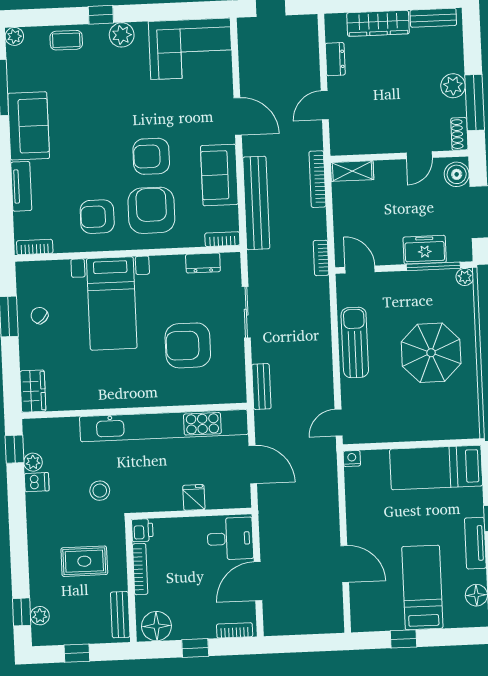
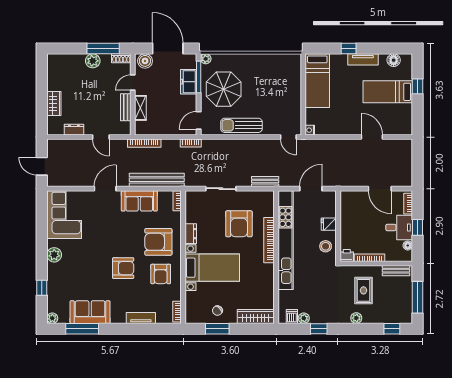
window: (101, 15) -> (42, 288), moved
bench: (433, 18) -> (126, 107), moved
wardrobe: (378, 23) -> (54, 103), width x0.67
coffee table: (66, 40) -> (56, 288), removed
sofa: (29, 126) -> (90, 312), moved
door: (419, 155) -> (133, 83), swing flipped
armchair: (151, 156) -> (123, 268), moved, turned -90
shelving: (352, 171) -> (140, 108), moved
dresser: (203, 263) -> (191, 234), moved
parasol: (431, 353) -> (224, 89), moved
wardrobe: (33, 391) -> (256, 316), width x1.50
bookcase: (162, 398) -> (269, 240), added
window: (15, 449) -> (319, 329), moved
dishwasher: (37, 482) -> (292, 316), moved
stool: (100, 491) -> (326, 246), moved
desk: (230, 539) -> (399, 227), moved, turned 90
door: (345, 564) -> (372, 137), hinge flipped
plant: (40, 616) -> (356, 318), moved
floor lamp: (156, 626) -> (408, 245), width x0.53, depth x0.53
window: (404, 639) -> (418, 86), moved
window: (77, 653) -> (418, 297), width x2.17

